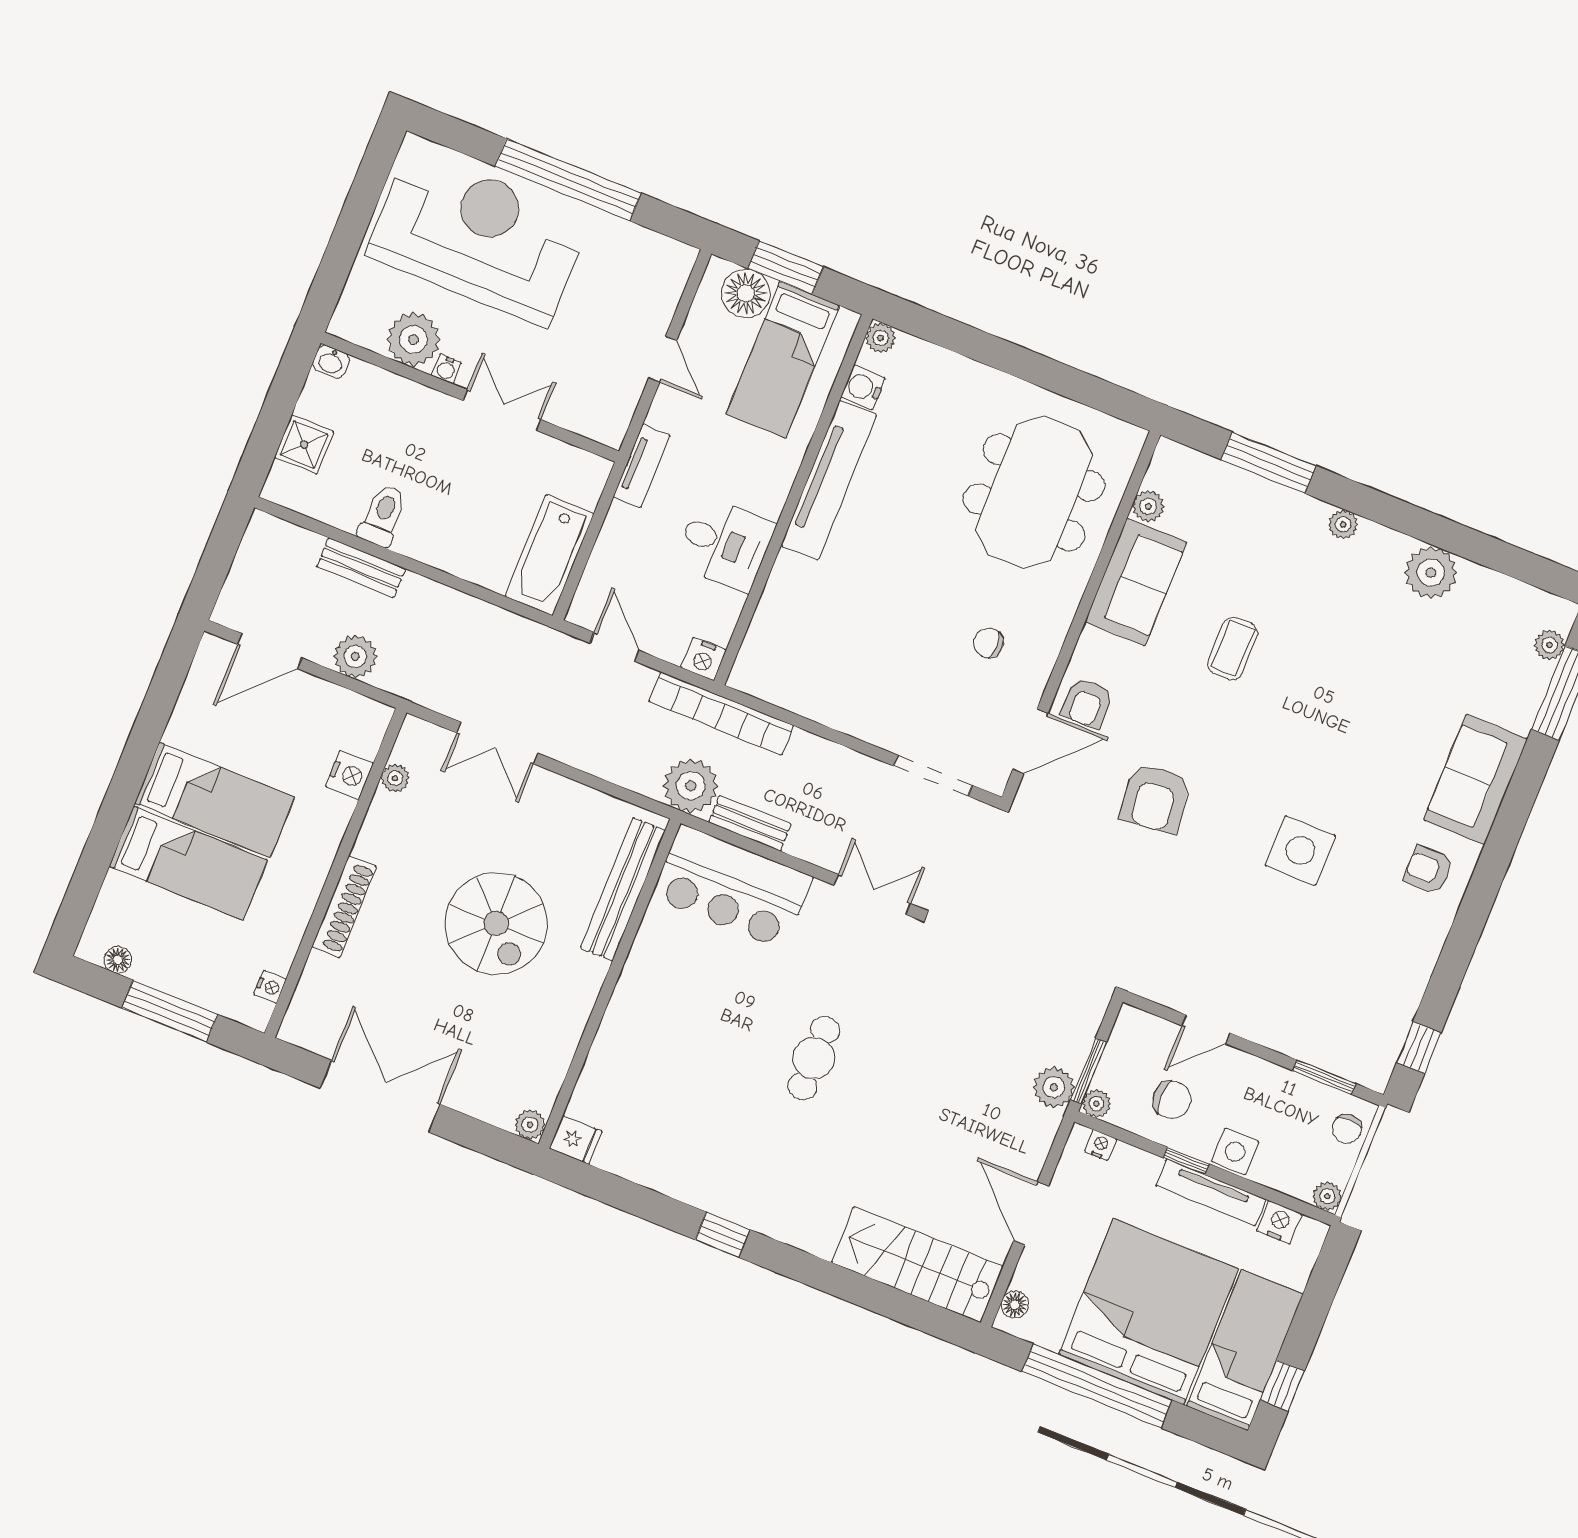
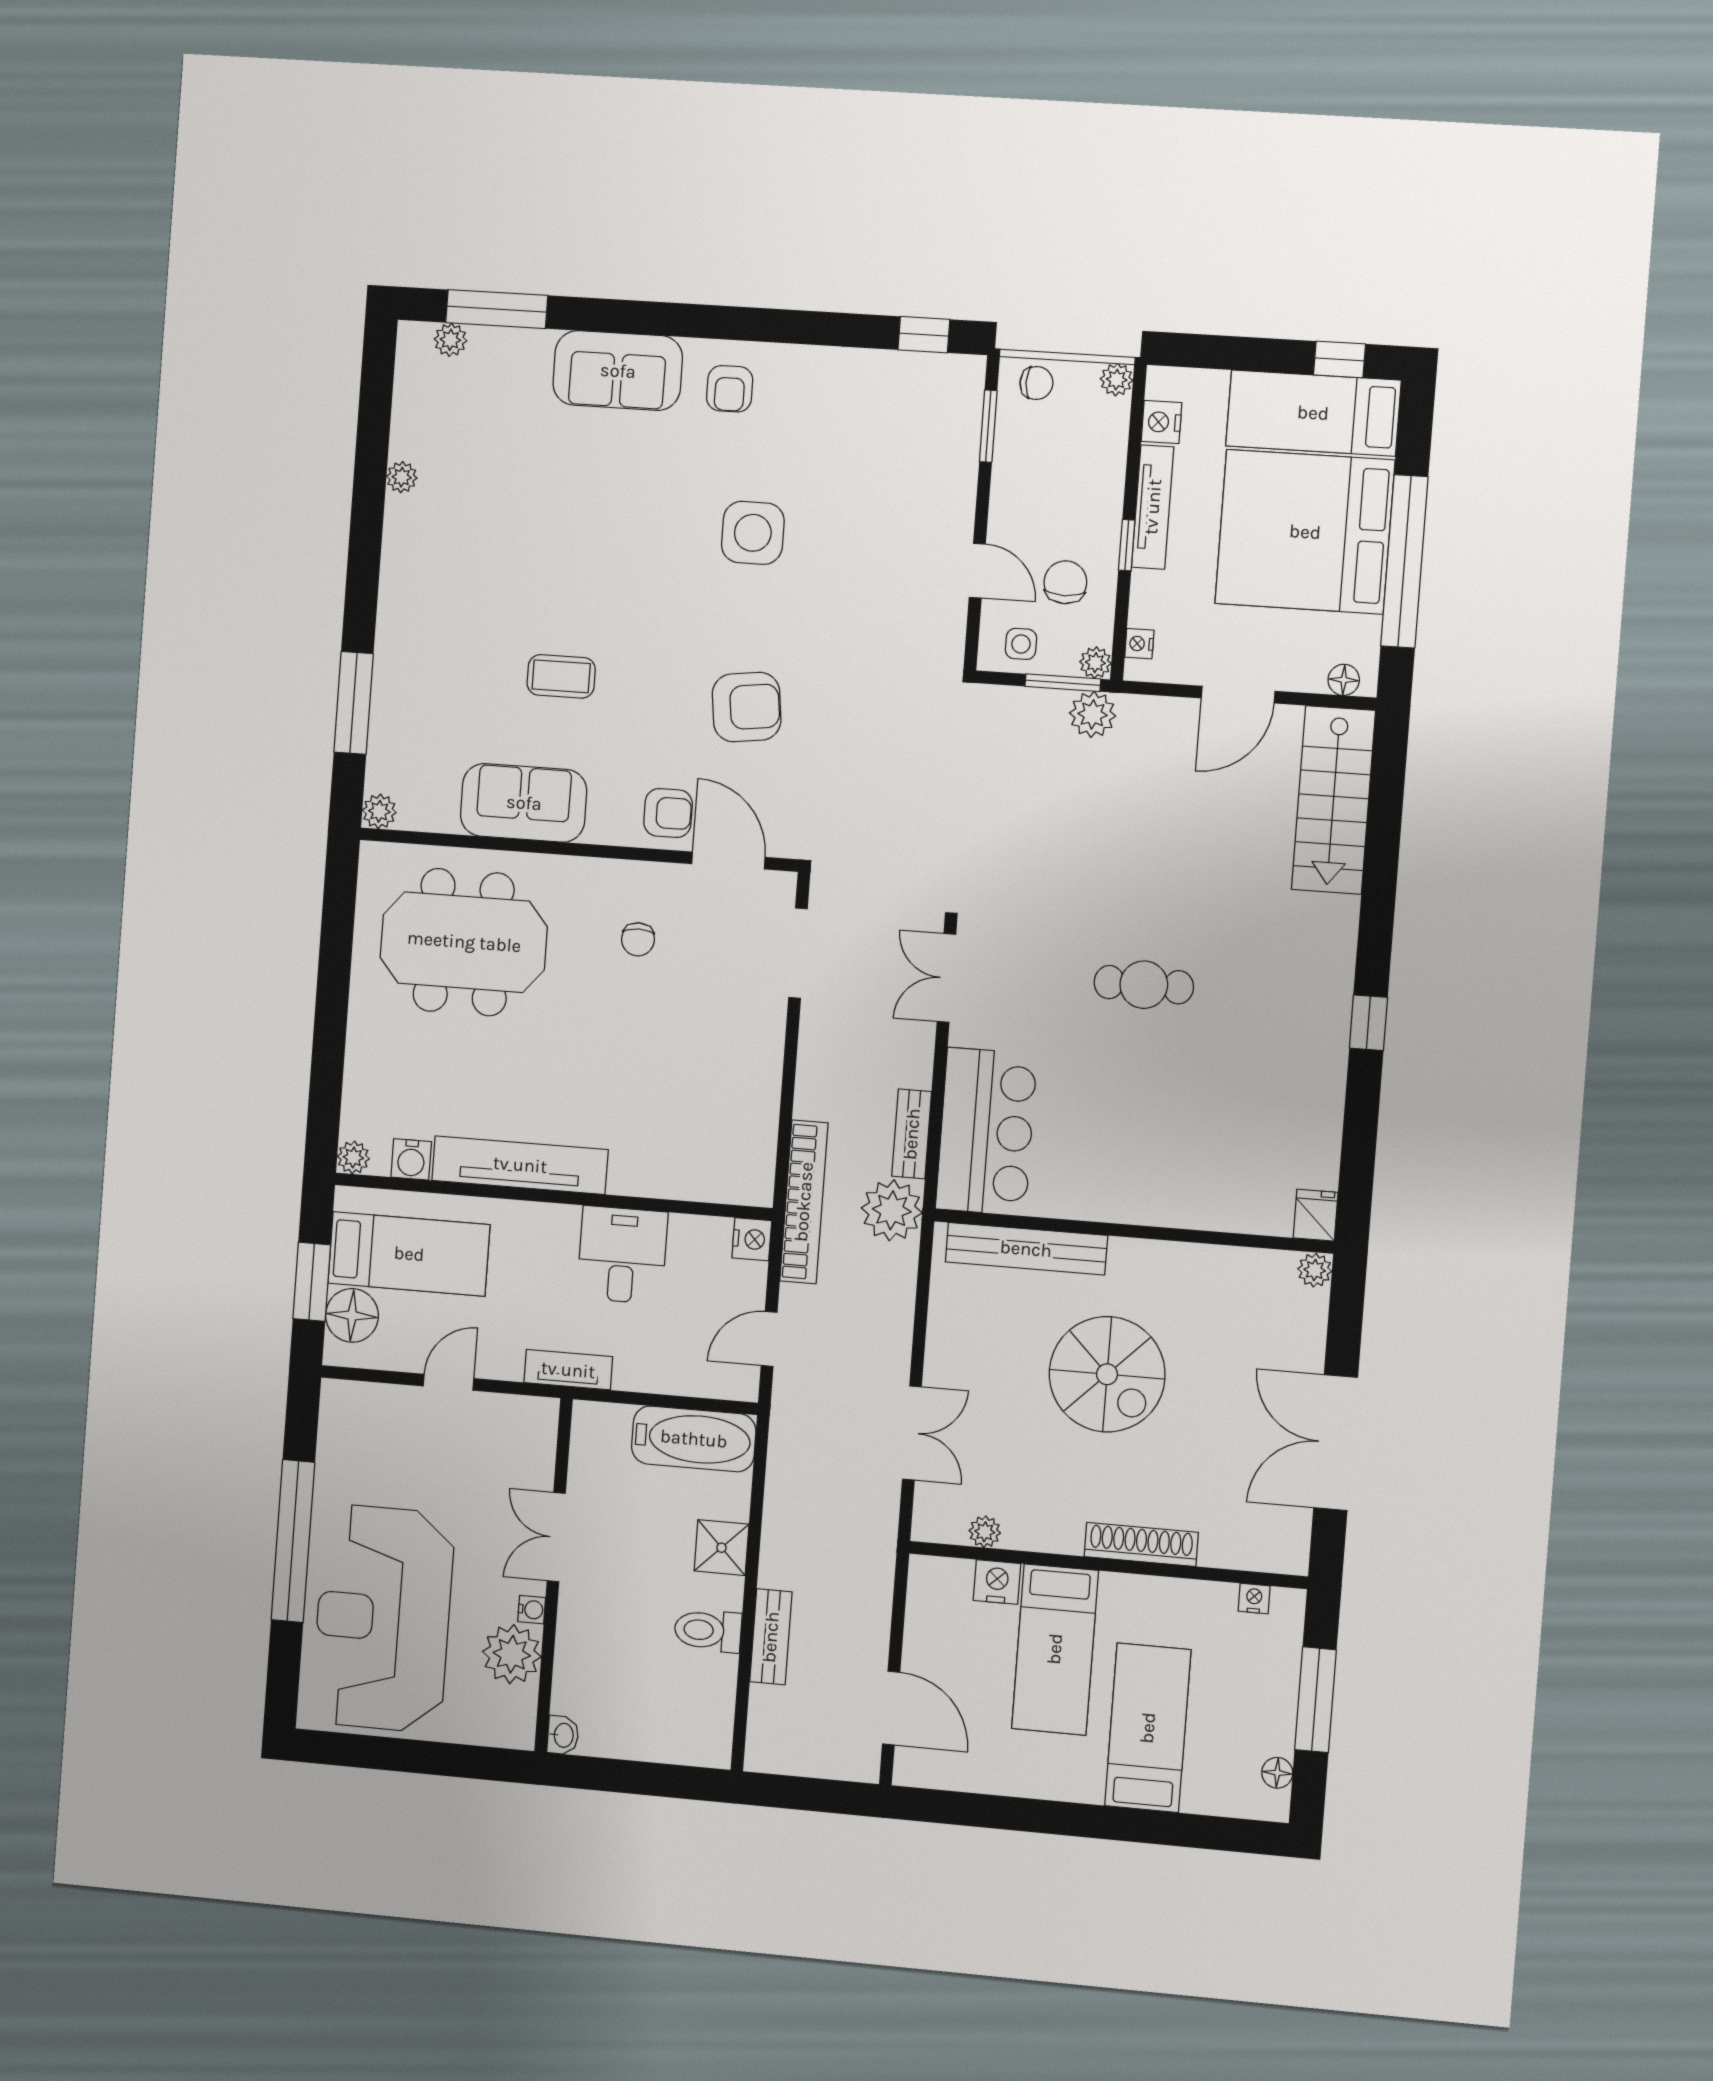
shower: (304, 445) -> (721, 1548), moved
plant: (1148, 506) -> (379, 811), moved
plant: (1343, 524) -> (393, 602), removed
plant: (1431, 573) -> (402, 477), width x0.53, depth x0.53
plant: (355, 657) -> (868, 1614), removed
bed: (215, 800) -> (1055, 1649), moved, turned 180
spiral stairs: (496, 923) -> (1107, 1374), turned 90
side table: (1235, 1152) -> (1021, 644), moved, width x0.73, depth x0.73

